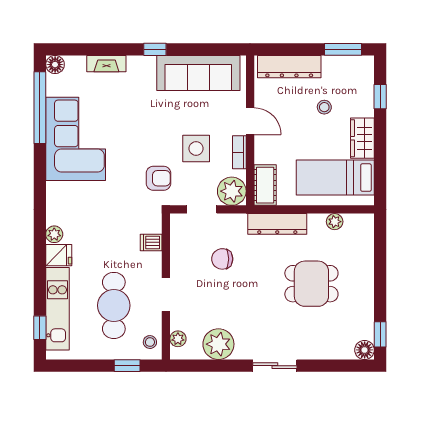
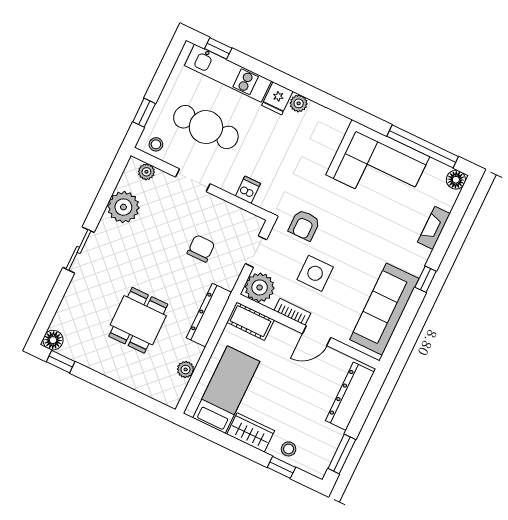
stool: (324, 107) -> (289, 449), moved

